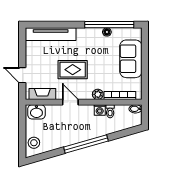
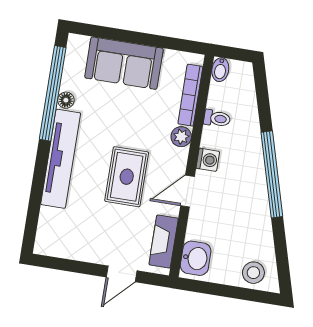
tv unit: (51, 34) -> (61, 159), moved
washing machine: (100, 110) -> (208, 160), moved

